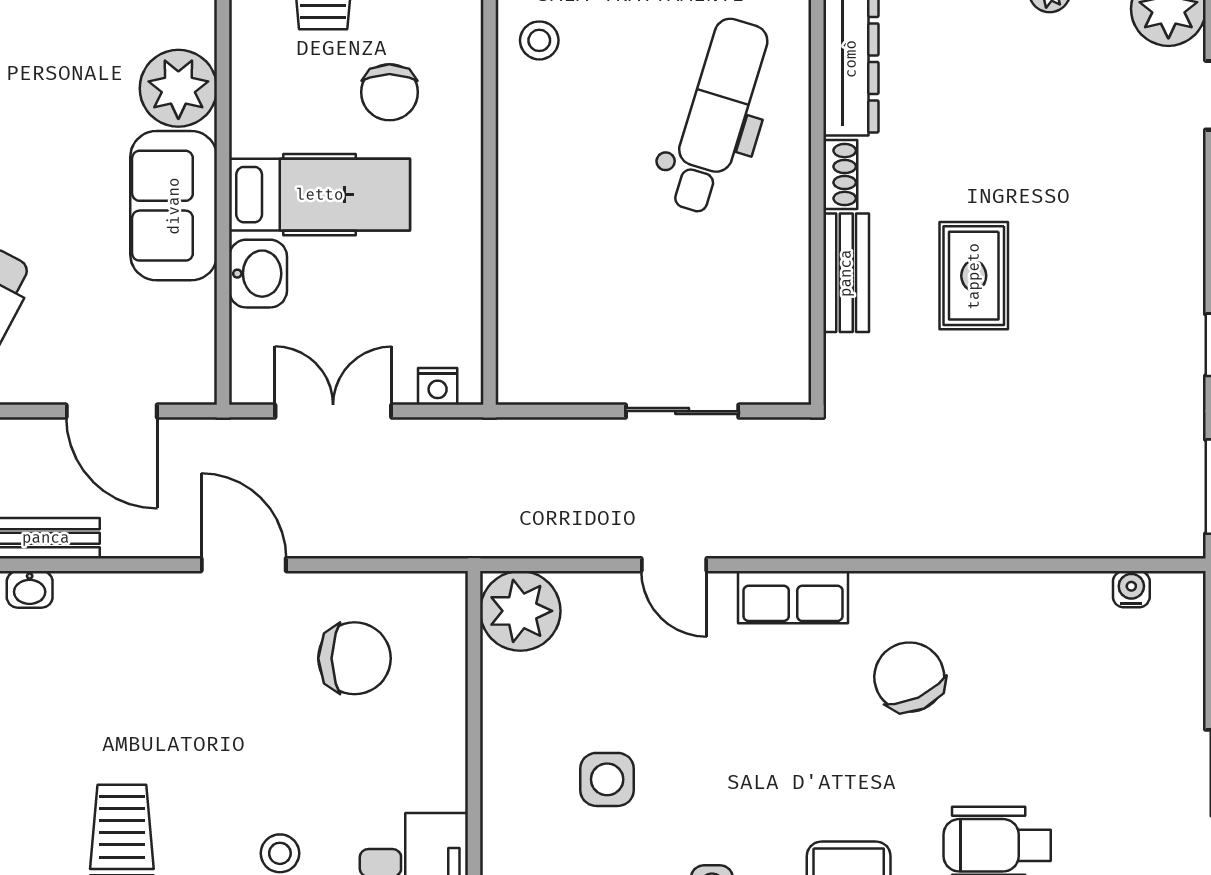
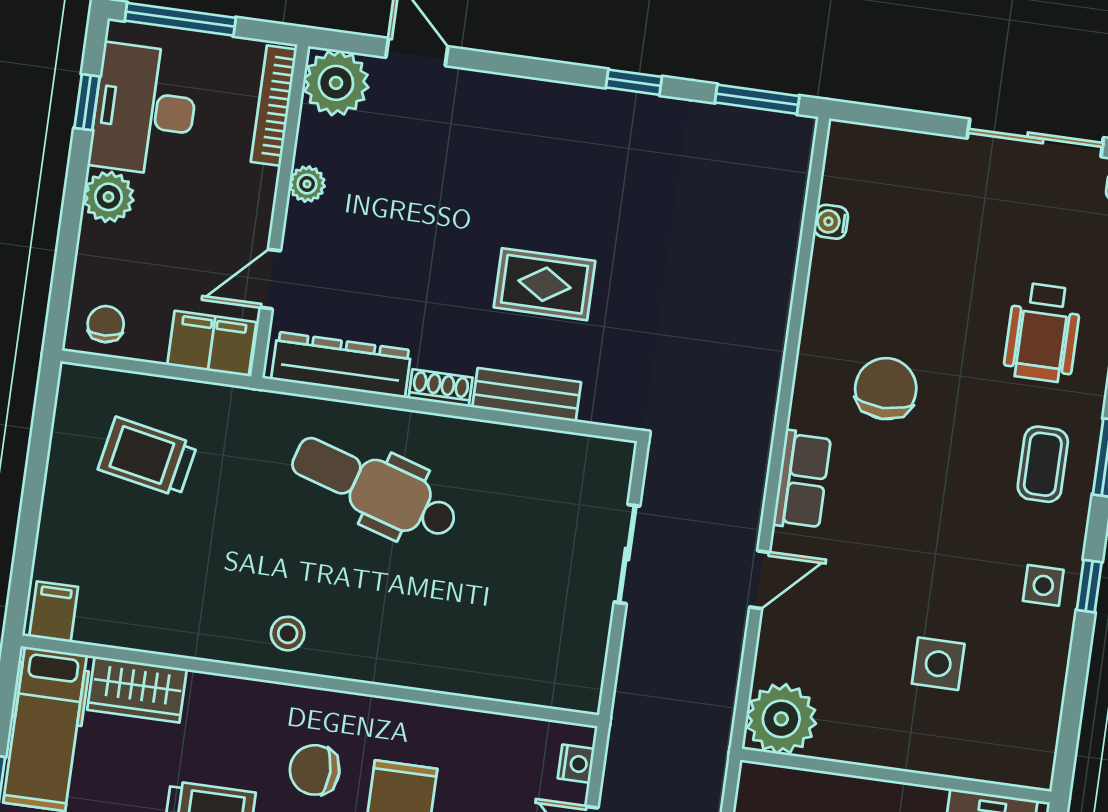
chair: (389, 92) -> (315, 770), turned 180
water cooler: (1131, 589) -> (831, 222), moved
chair: (909, 677) -> (886, 389), turned 115

